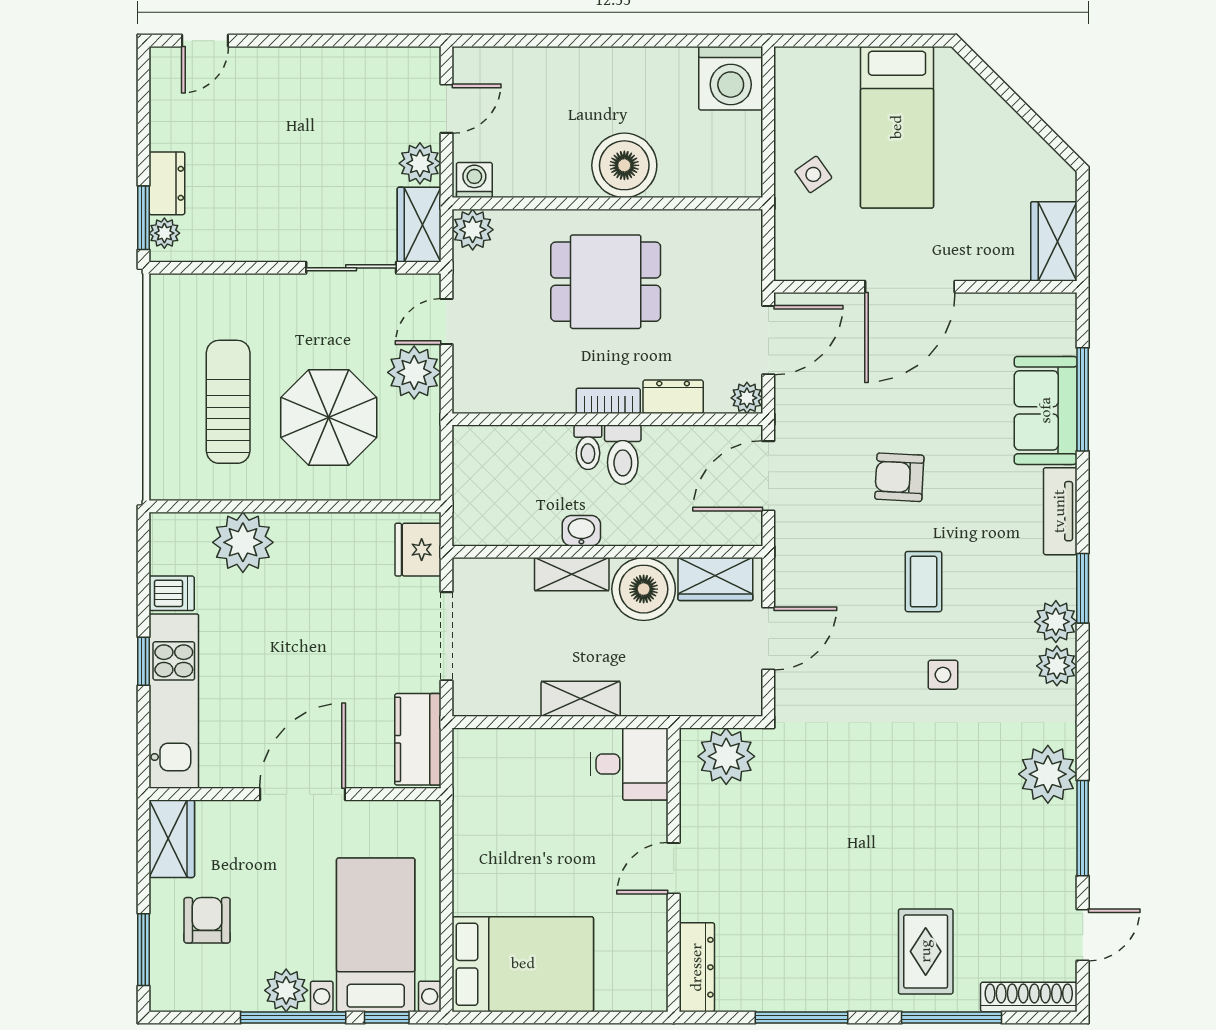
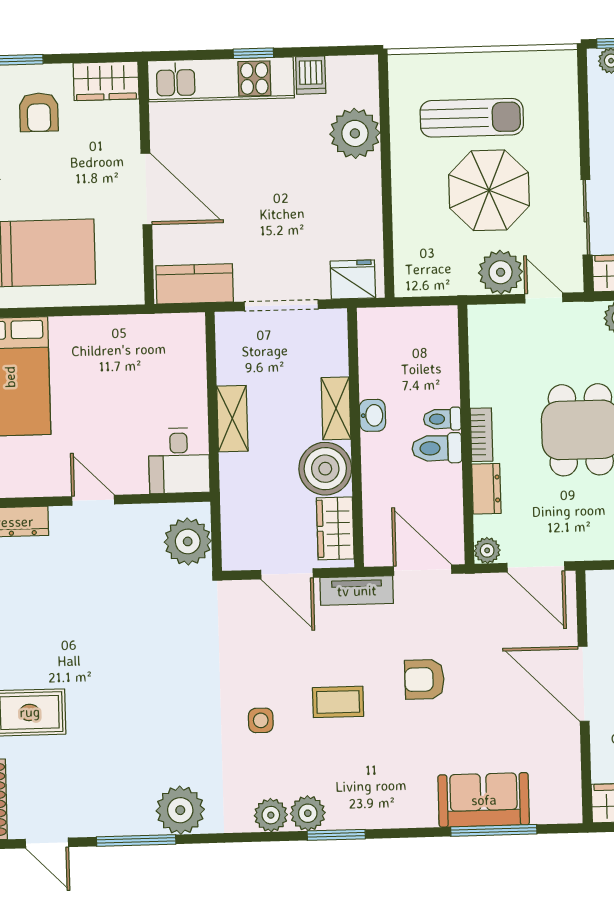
parasol: (329, 417) -> (489, 190), moved
armchair: (899, 477) -> (424, 679), turned -93
tv unit: (1060, 511) -> (357, 591), moved, turned 180
armchair: (207, 920) -> (39, 112), turned 90

